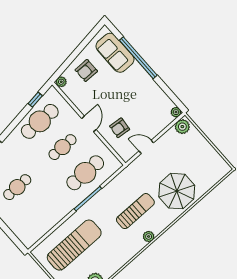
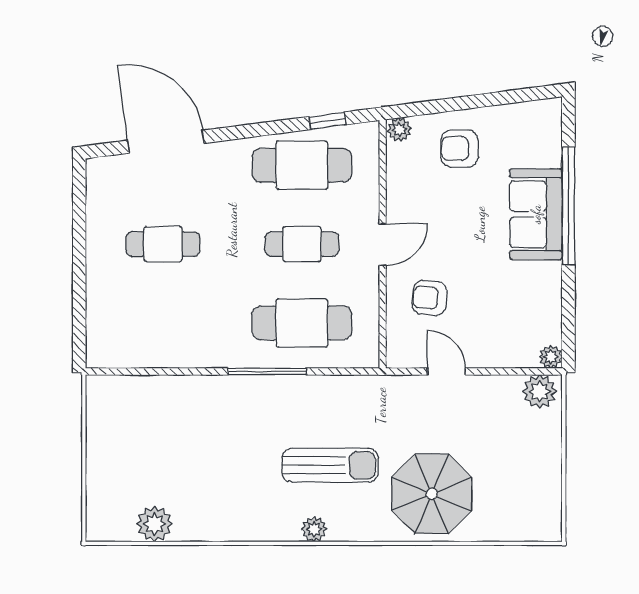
sofa: (115, 53) -> (536, 214), moved
sun lounger: (74, 245) -> (173, 431), removed

